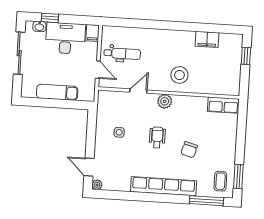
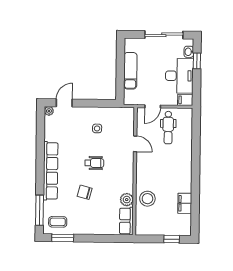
stool: (179, 75) -> (147, 199), moved
plant: (165, 101) -> (127, 200), moved

